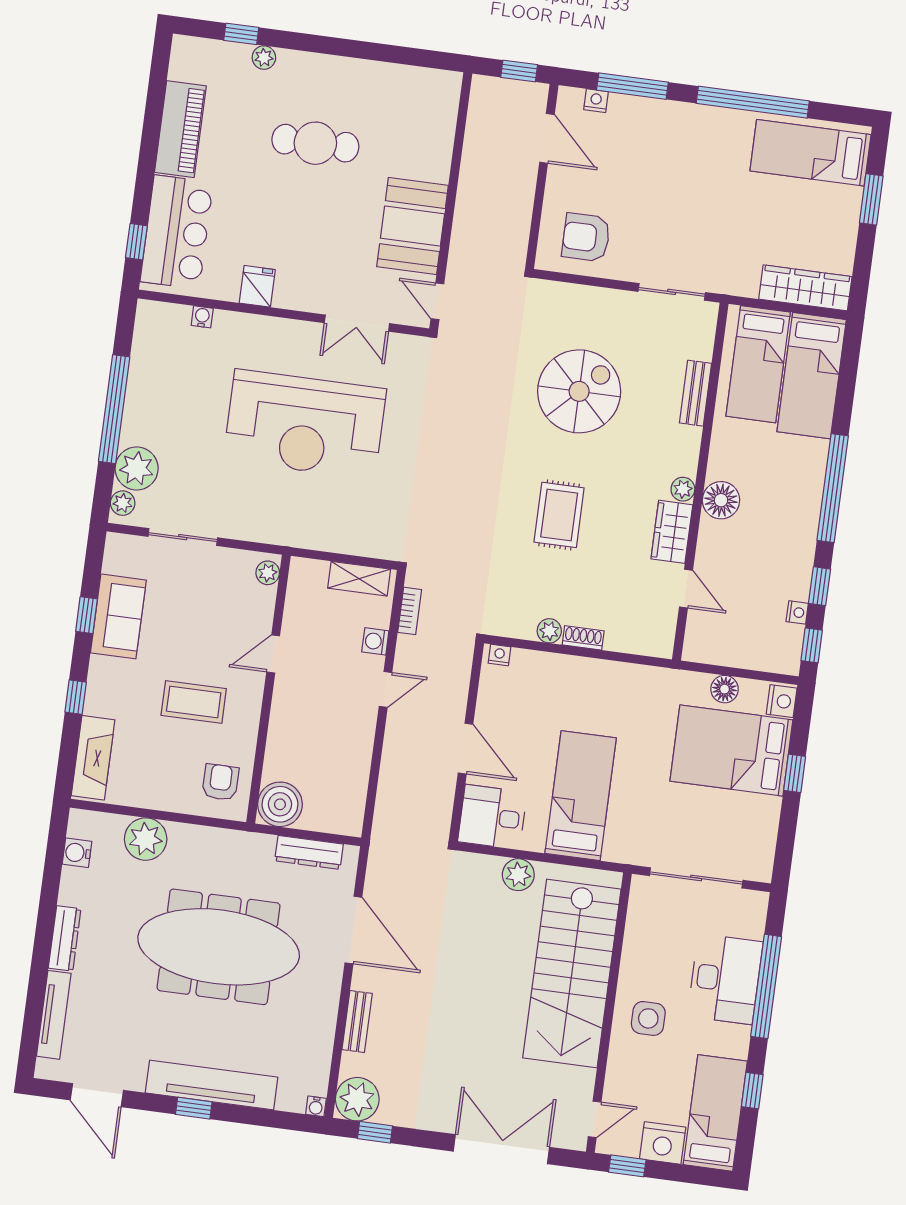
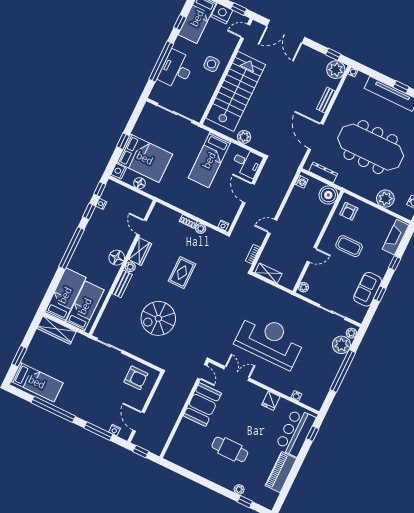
bench: (695, 393) -> (122, 284), moved
washing machine: (375, 641) -> (301, 182), moved

